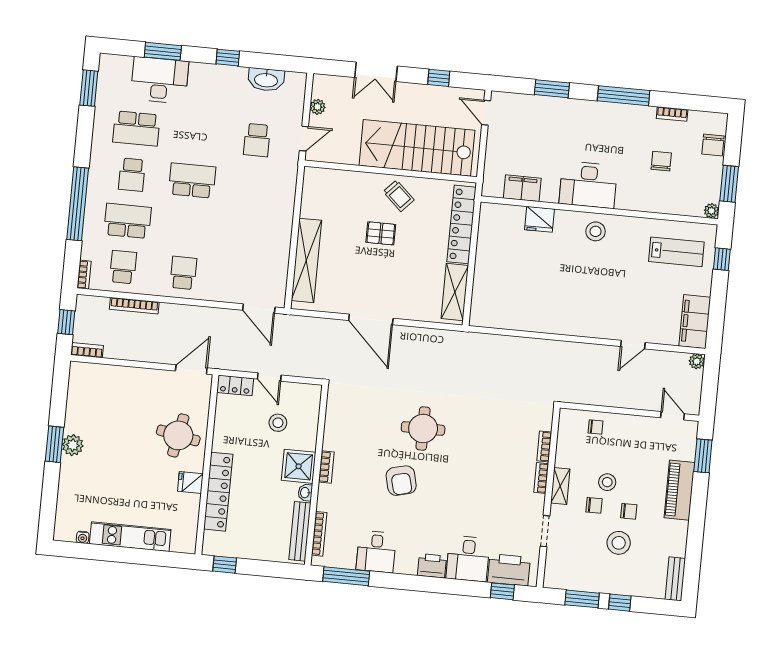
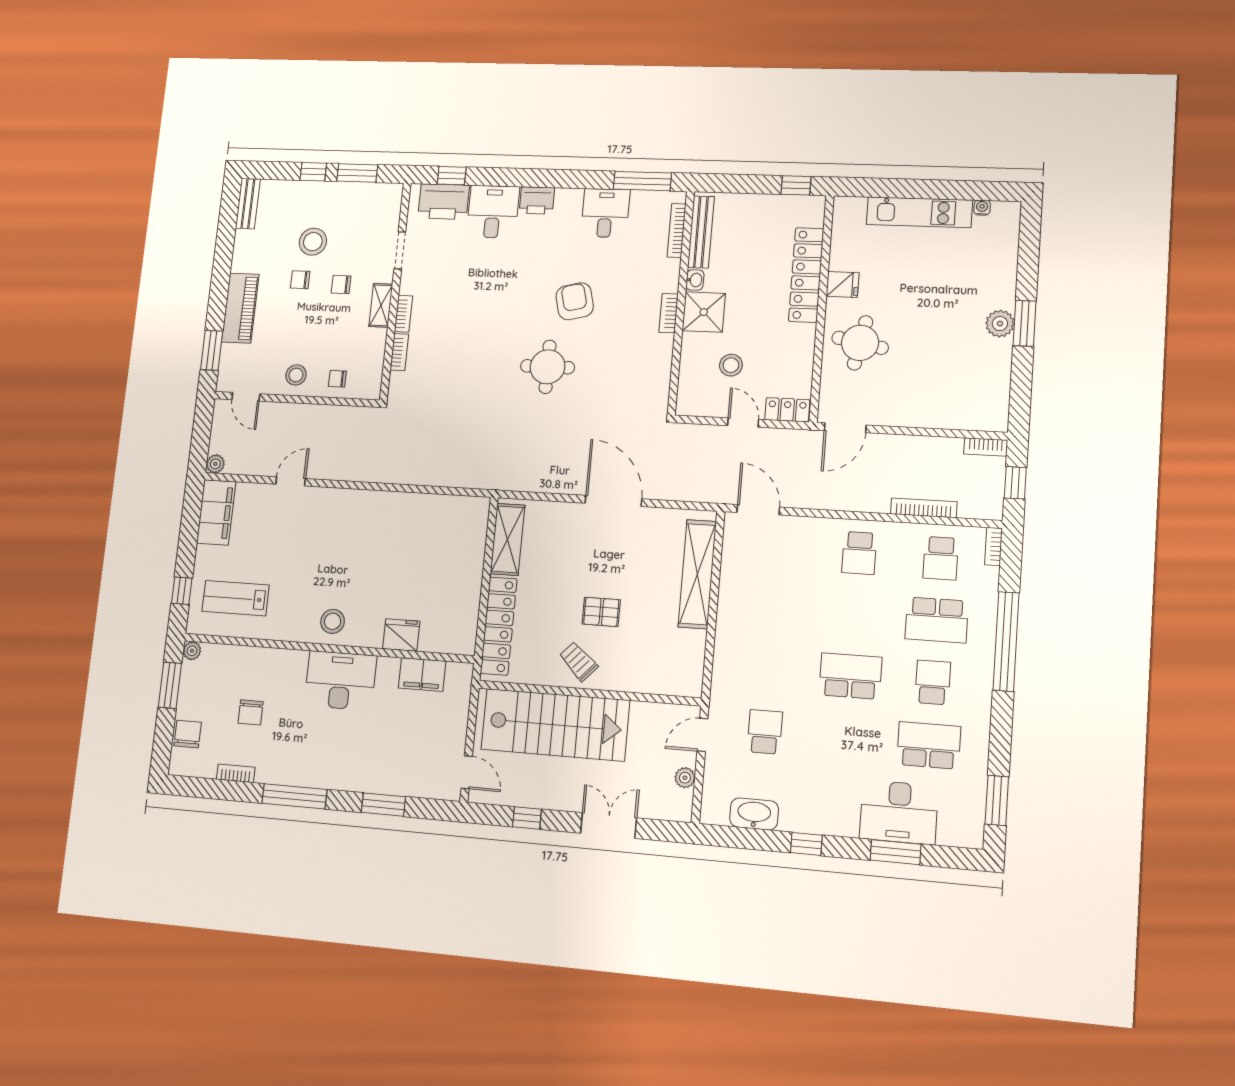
school desk: (192, 180) -> (850, 676), turned 180
stool: (607, 482) -> (296, 375), moved

